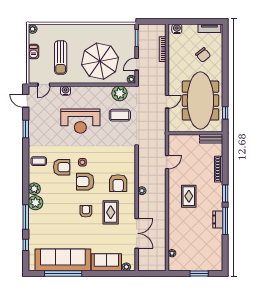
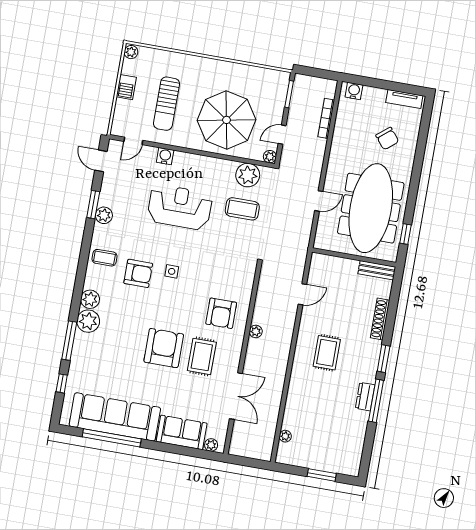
reception desk: (80, 121) -> (180, 207), turned 180
plant: (34, 135) -> (104, 215), added
armchair: (85, 182) -> (170, 302), removed
armchair: (86, 211) -> (164, 348), width x1.88, depth x1.88

